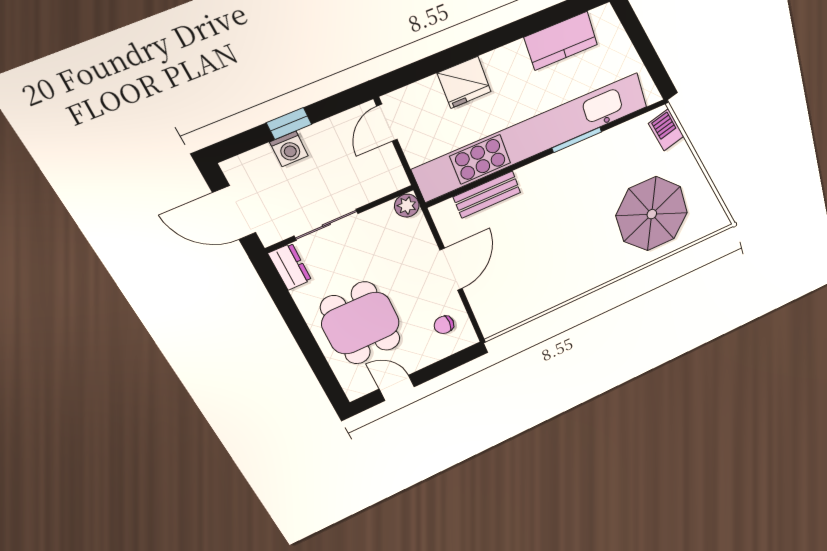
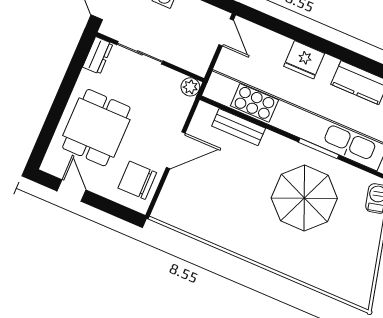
fridge: (464, 82) -> (304, 60), moved
door: (387, 123) -> (226, 32), swing flipped
parasol: (652, 214) -> (304, 198), moved
chair: (444, 325) -> (137, 180), width x1.87, depth x1.87

